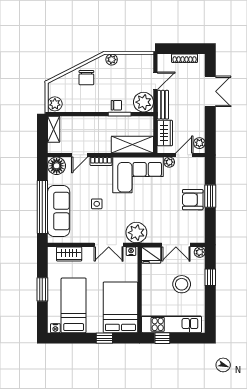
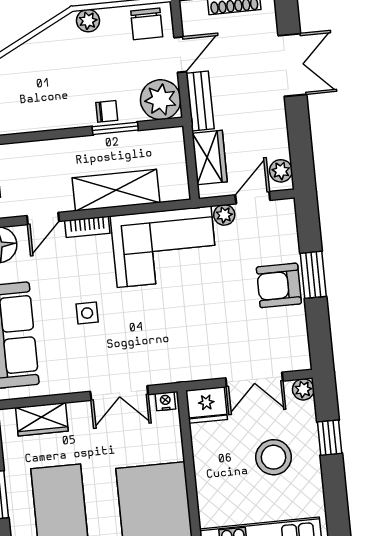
chair: (86, 78) -> (147, 24), moved
shelving: (132, 145) -> (116, 190), moved
plant: (136, 233) -> (172, 363), removed

